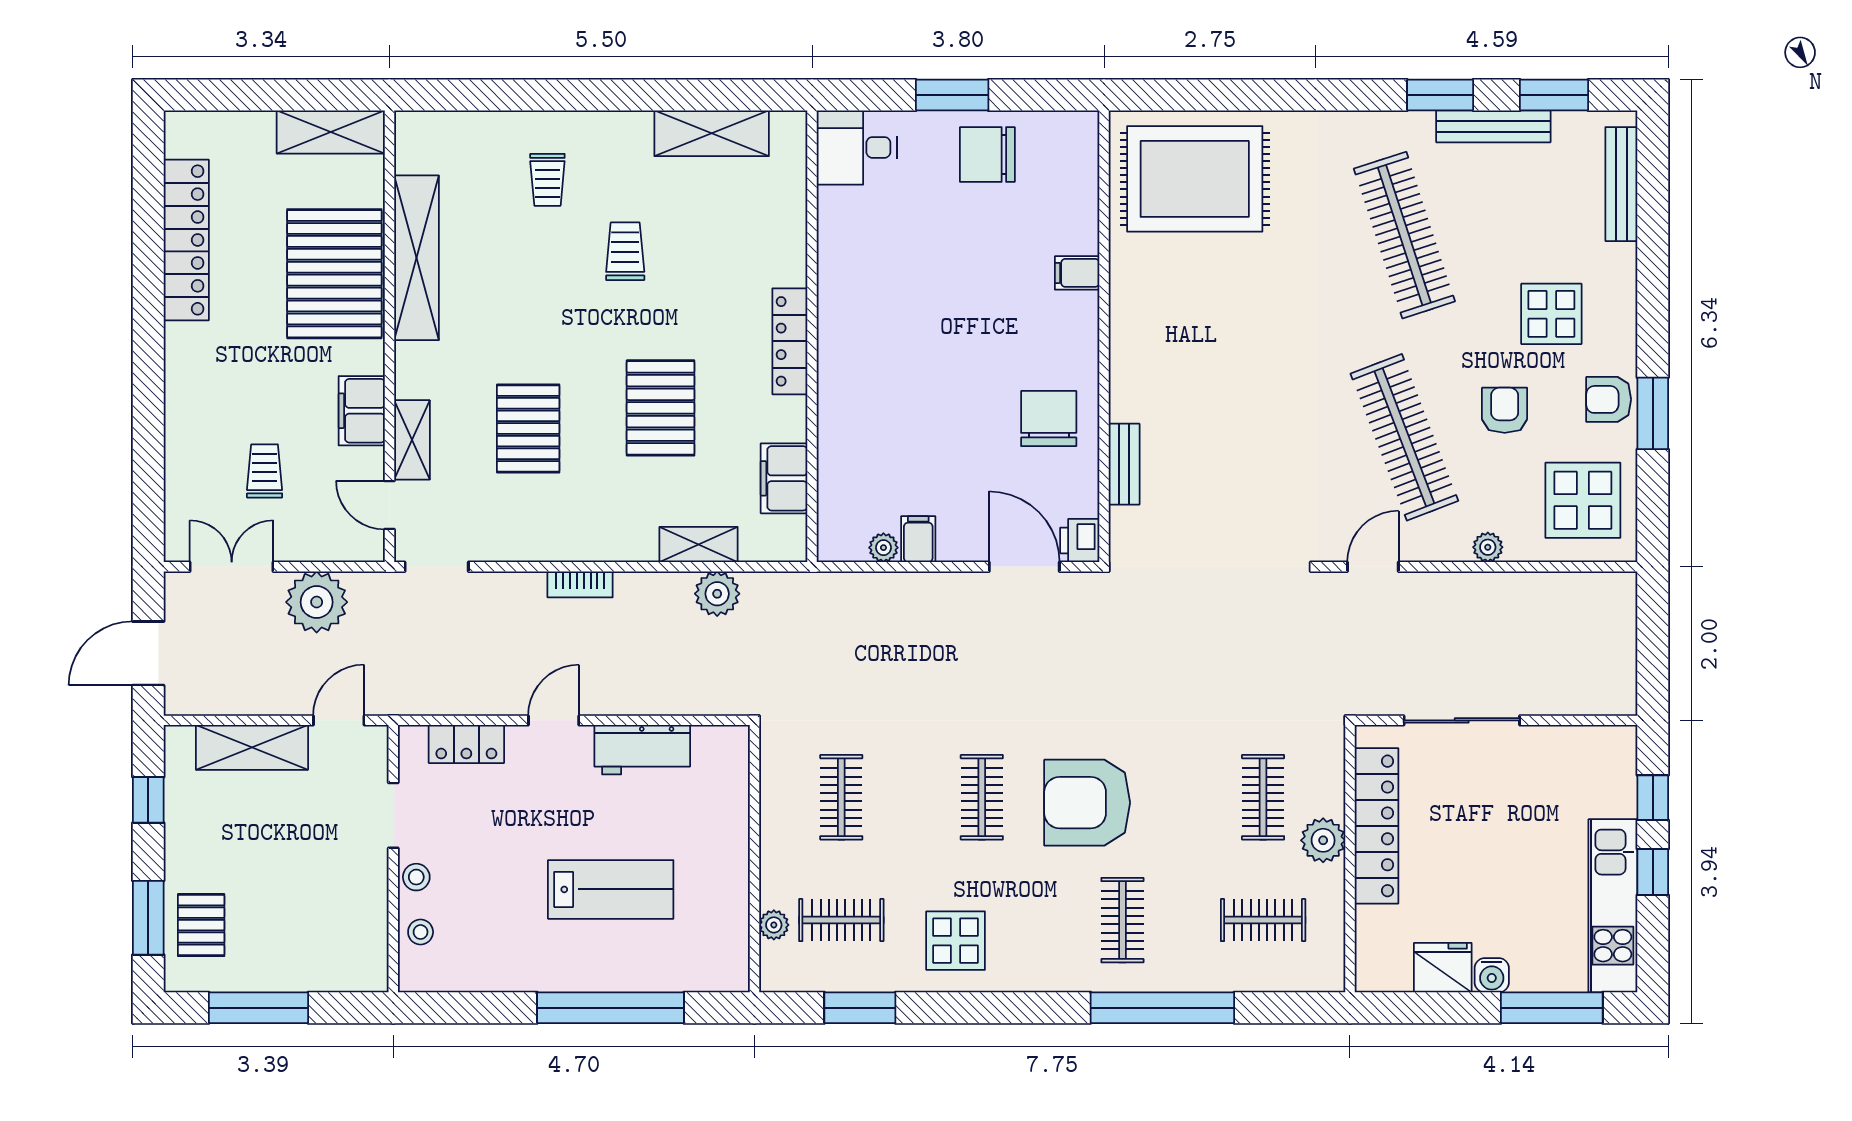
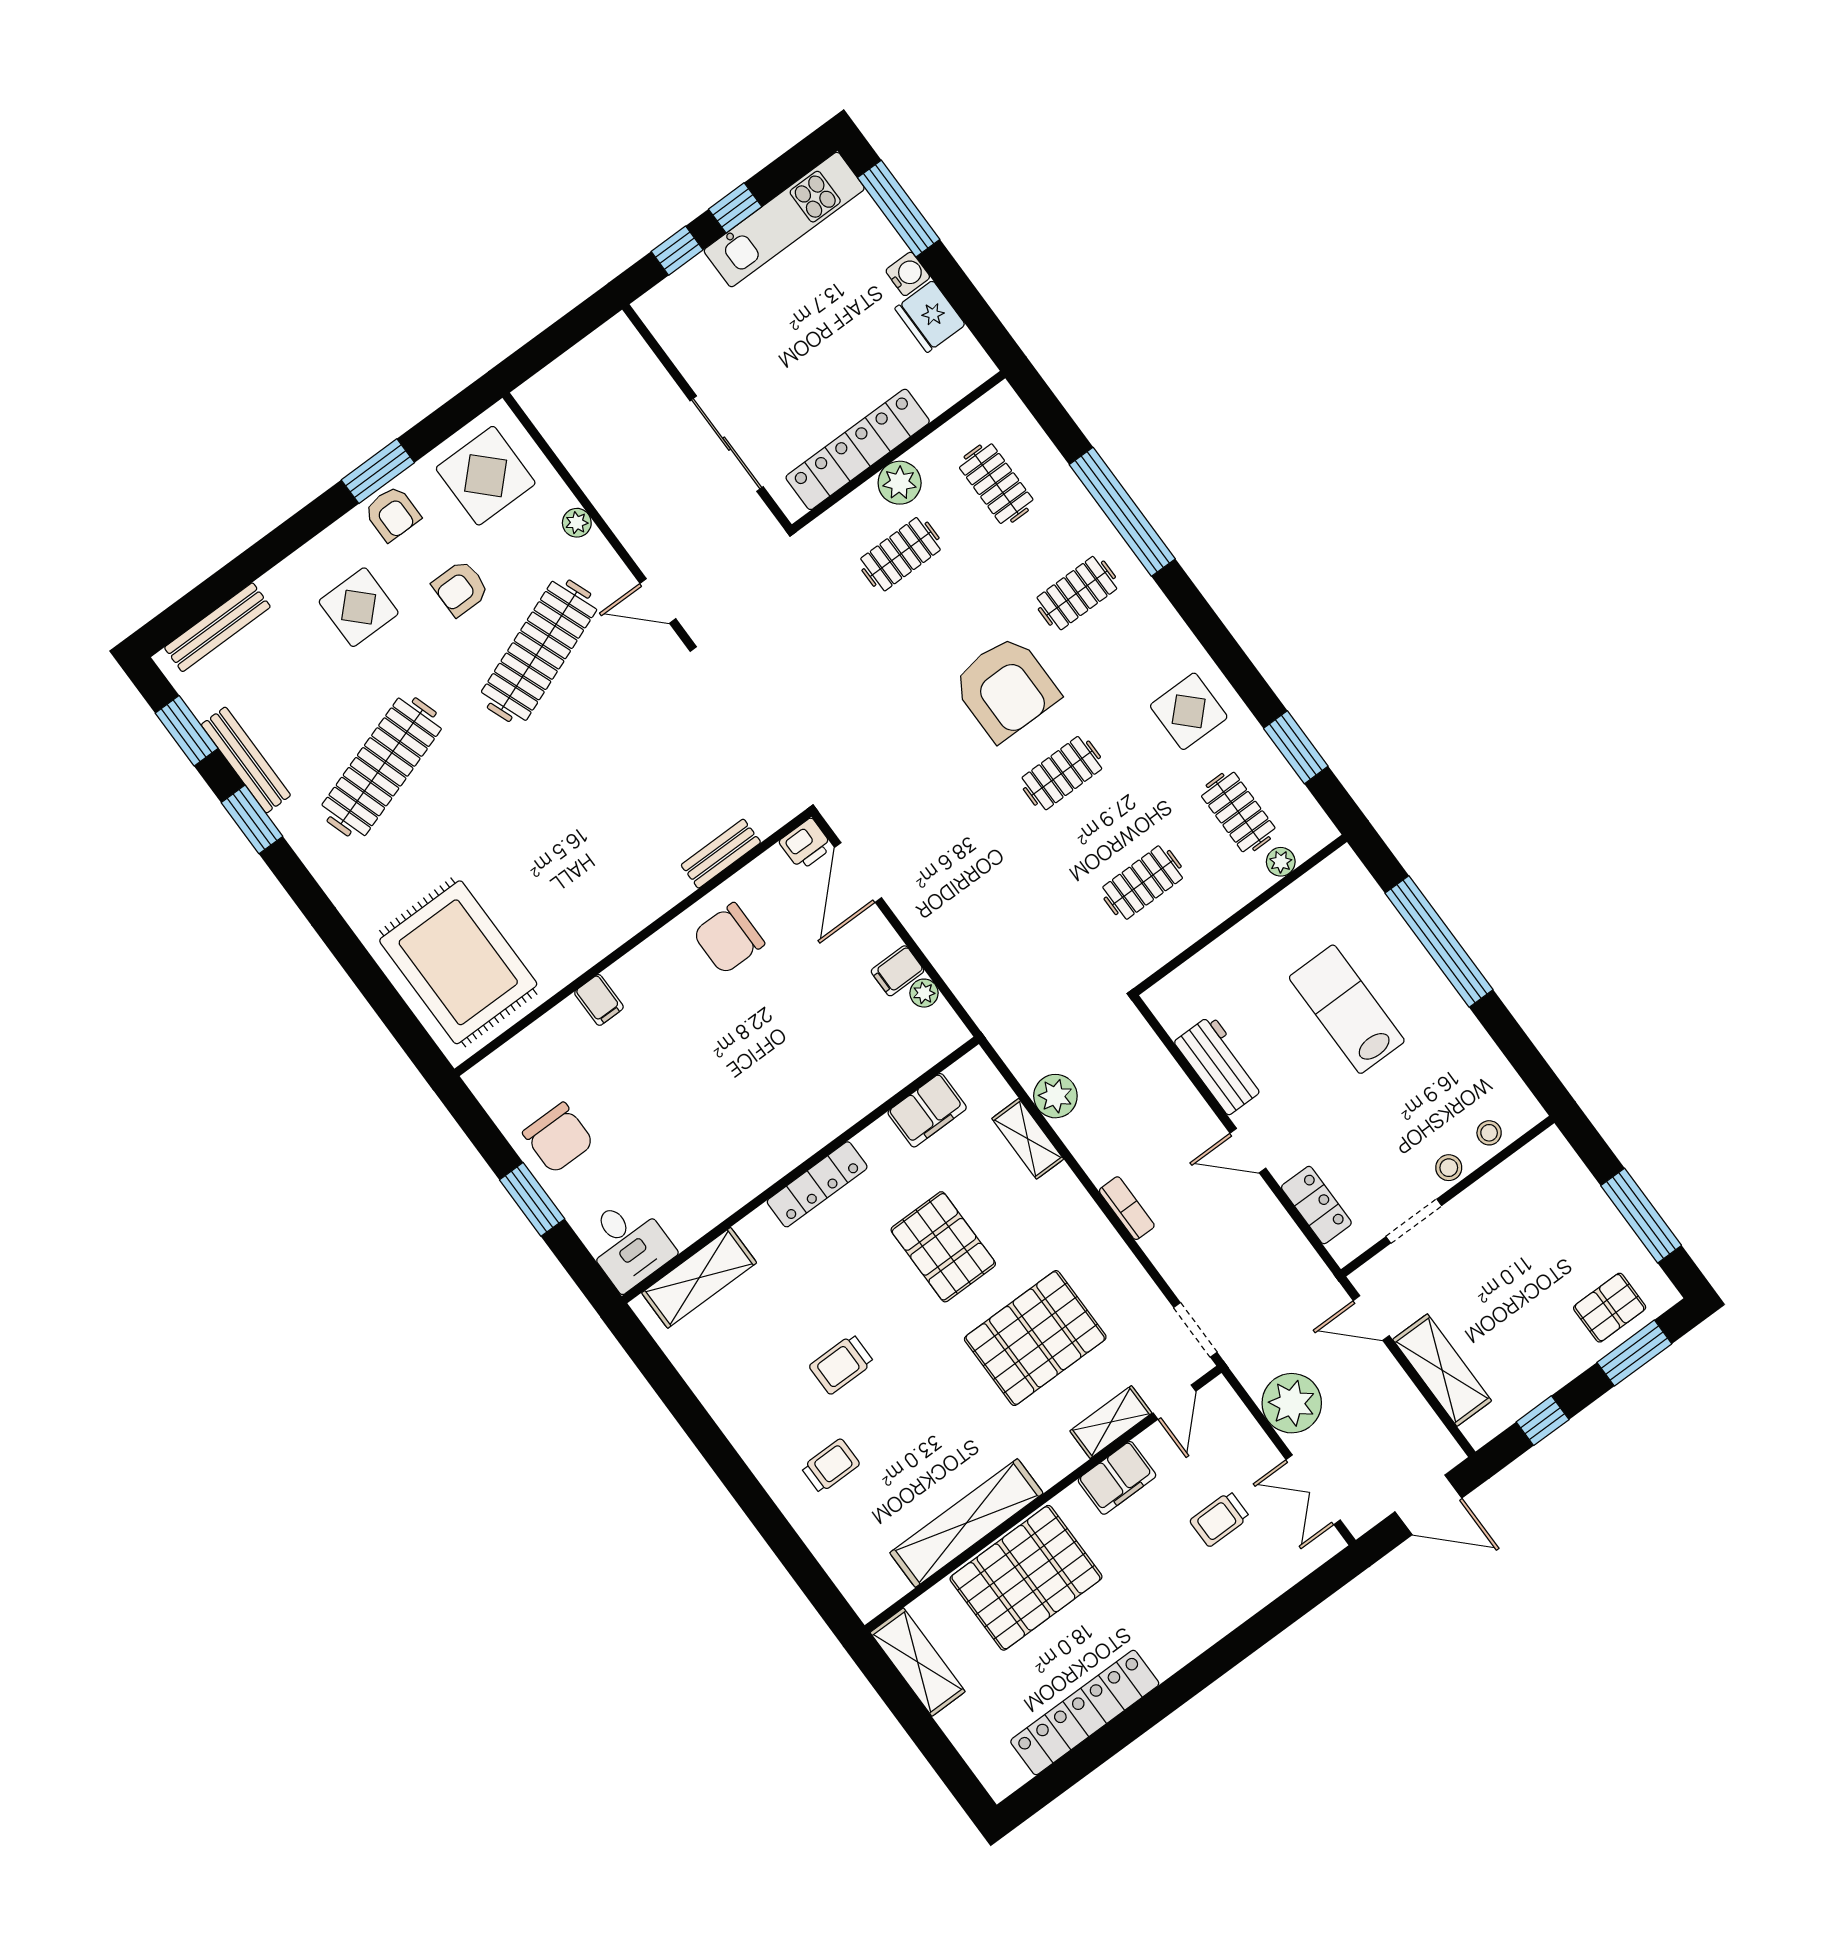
shelving: (712, 133) -> (699, 1278), moved, turned 90
pallet: (661, 408) -> (943, 1247), turned 90
pallet: (528, 428) -> (1035, 1338), width x1.37, depth x1.41

